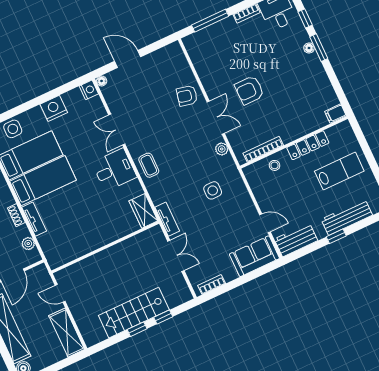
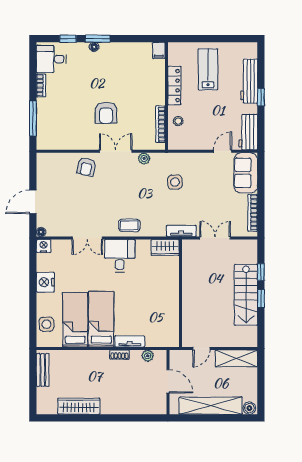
bookcase: (212, 285) -> (253, 213), width x1.56

